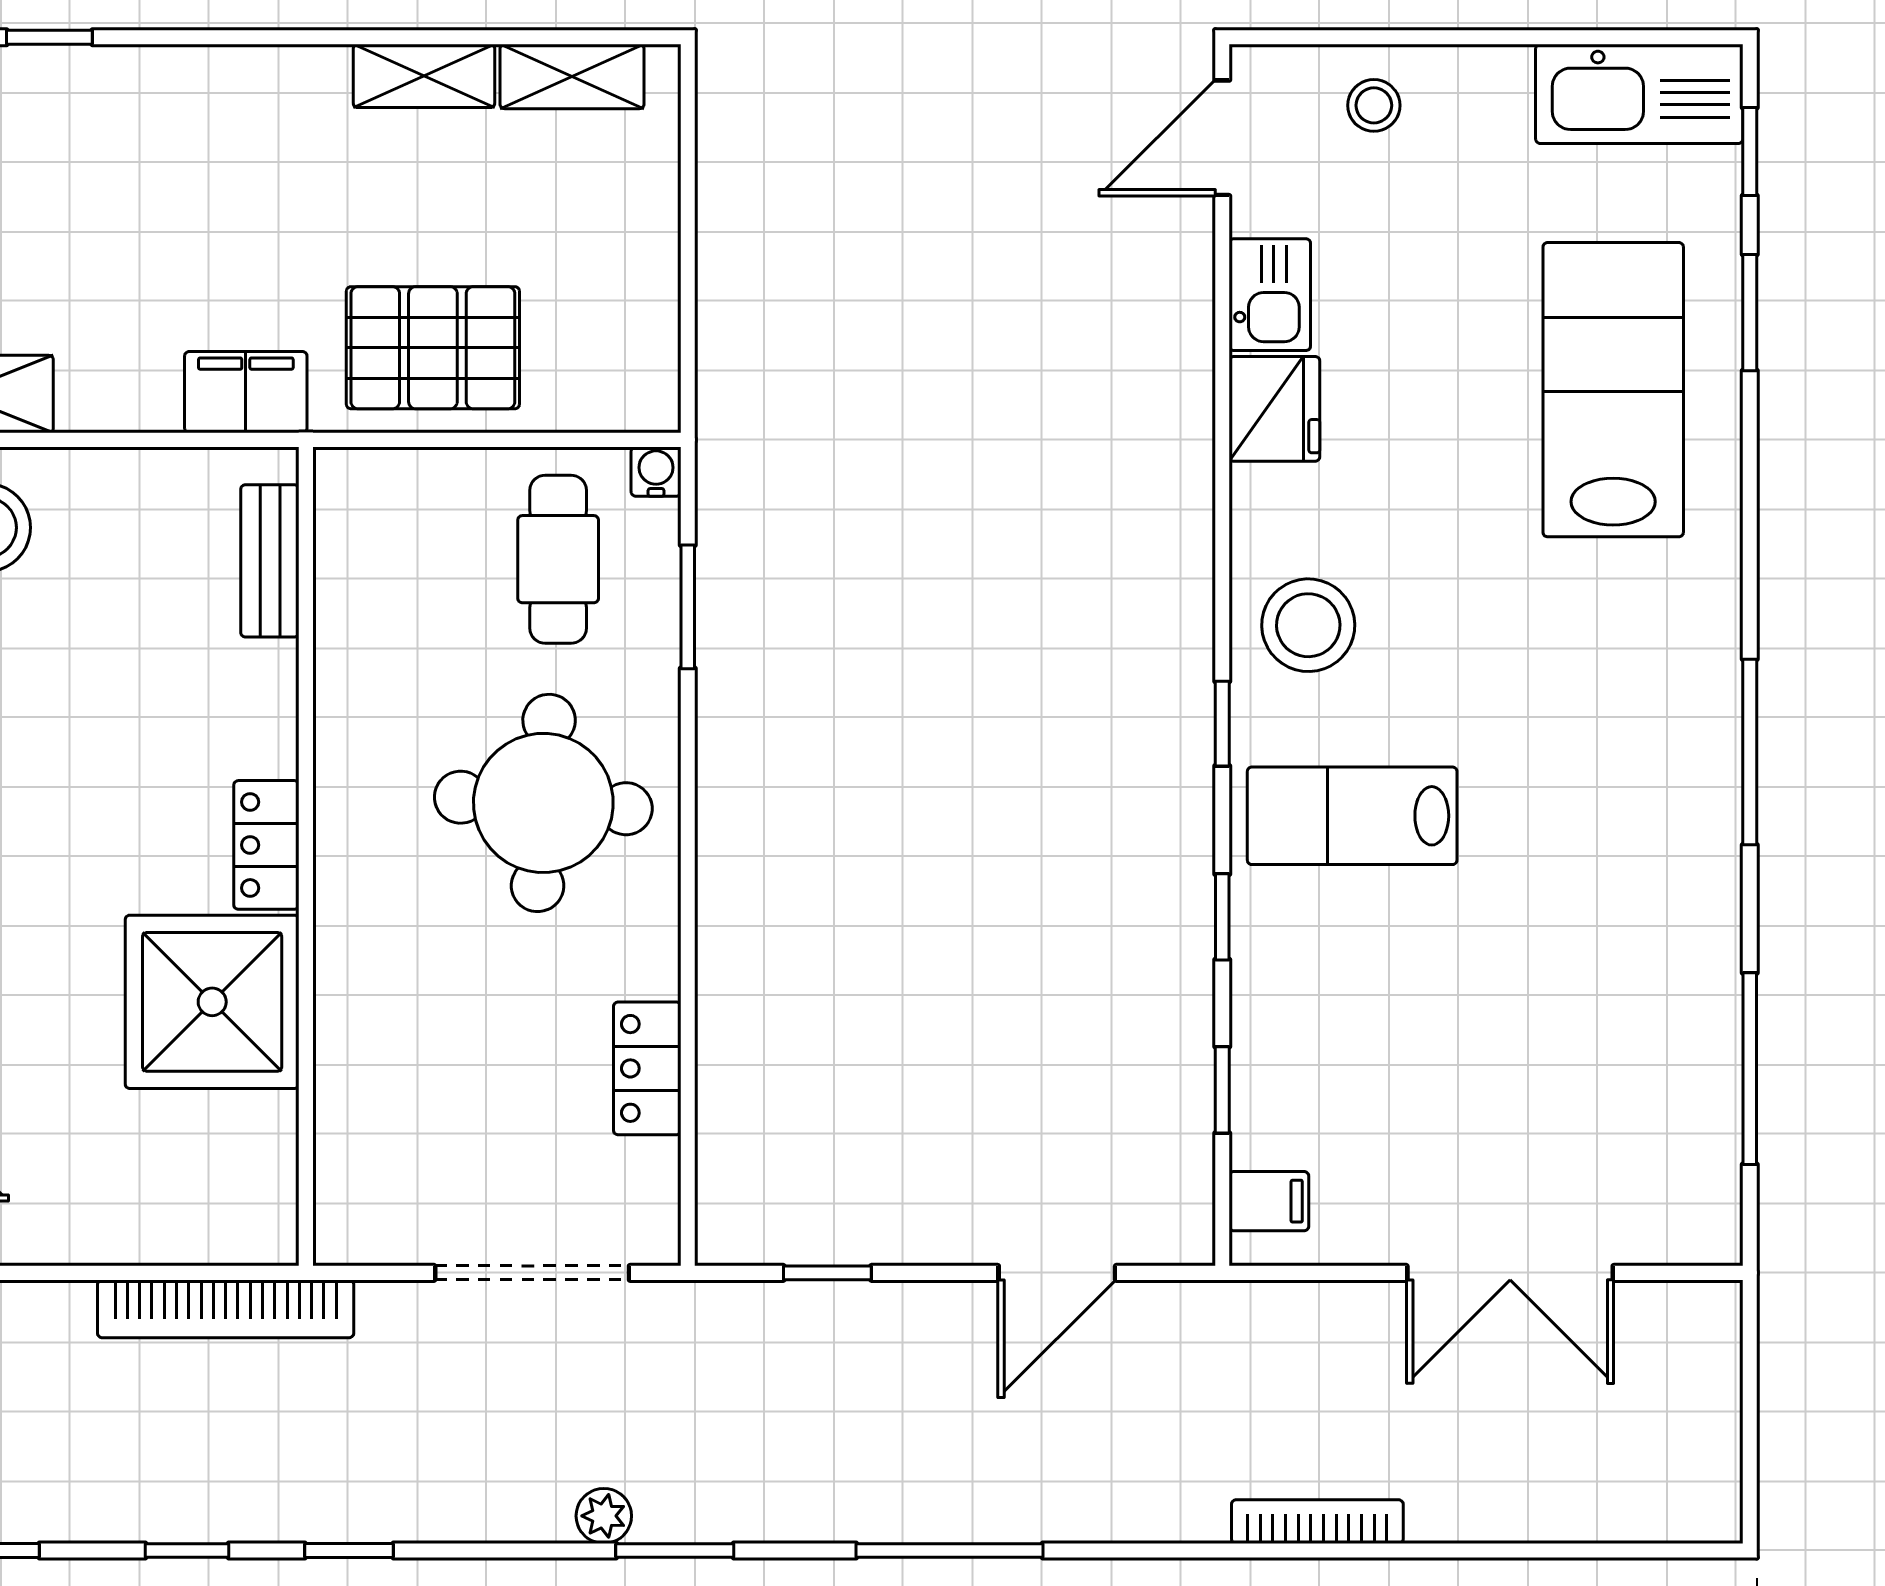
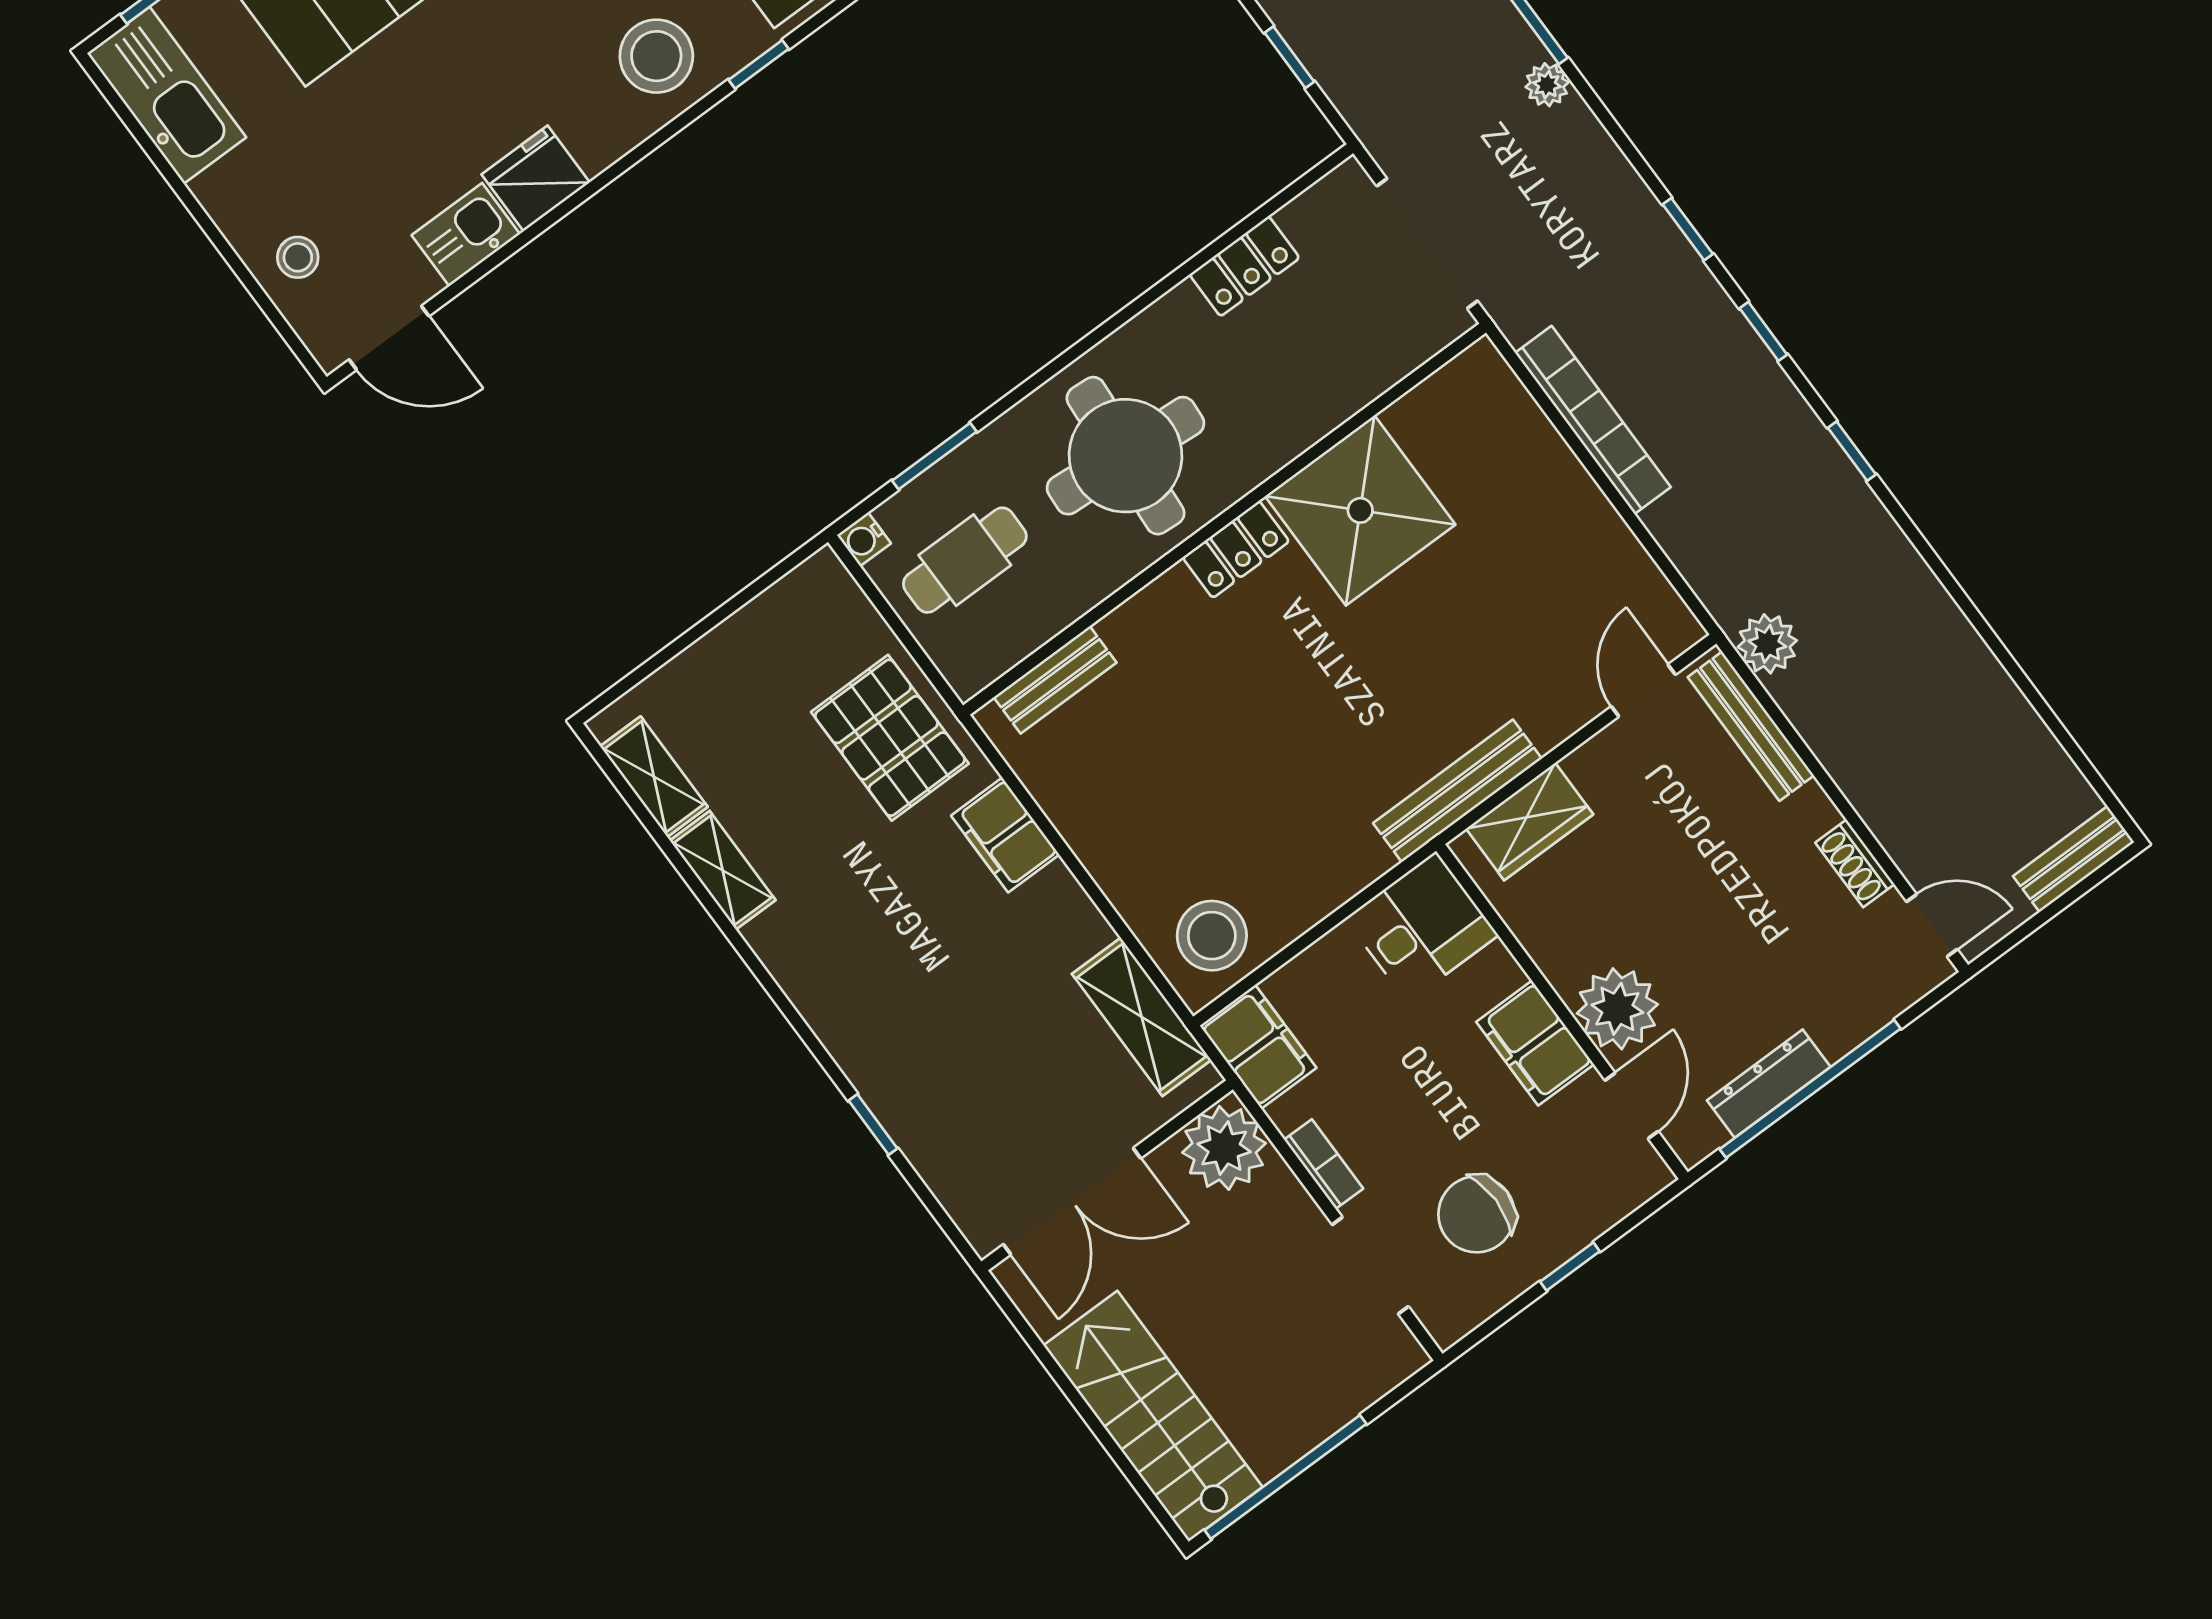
bench: (270, 561) -> (1055, 680), moved
locker: (266, 845) -> (1236, 549), moved
wall: (306, 856) -> (1225, 519), moved
shower: (212, 1002) -> (1360, 510), moved

